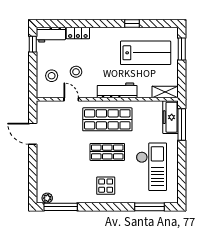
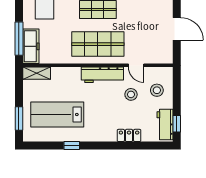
workbench: (51, 35) -> (165, 125), moved, turned -90
workbench: (117, 90) -> (102, 75), moved

